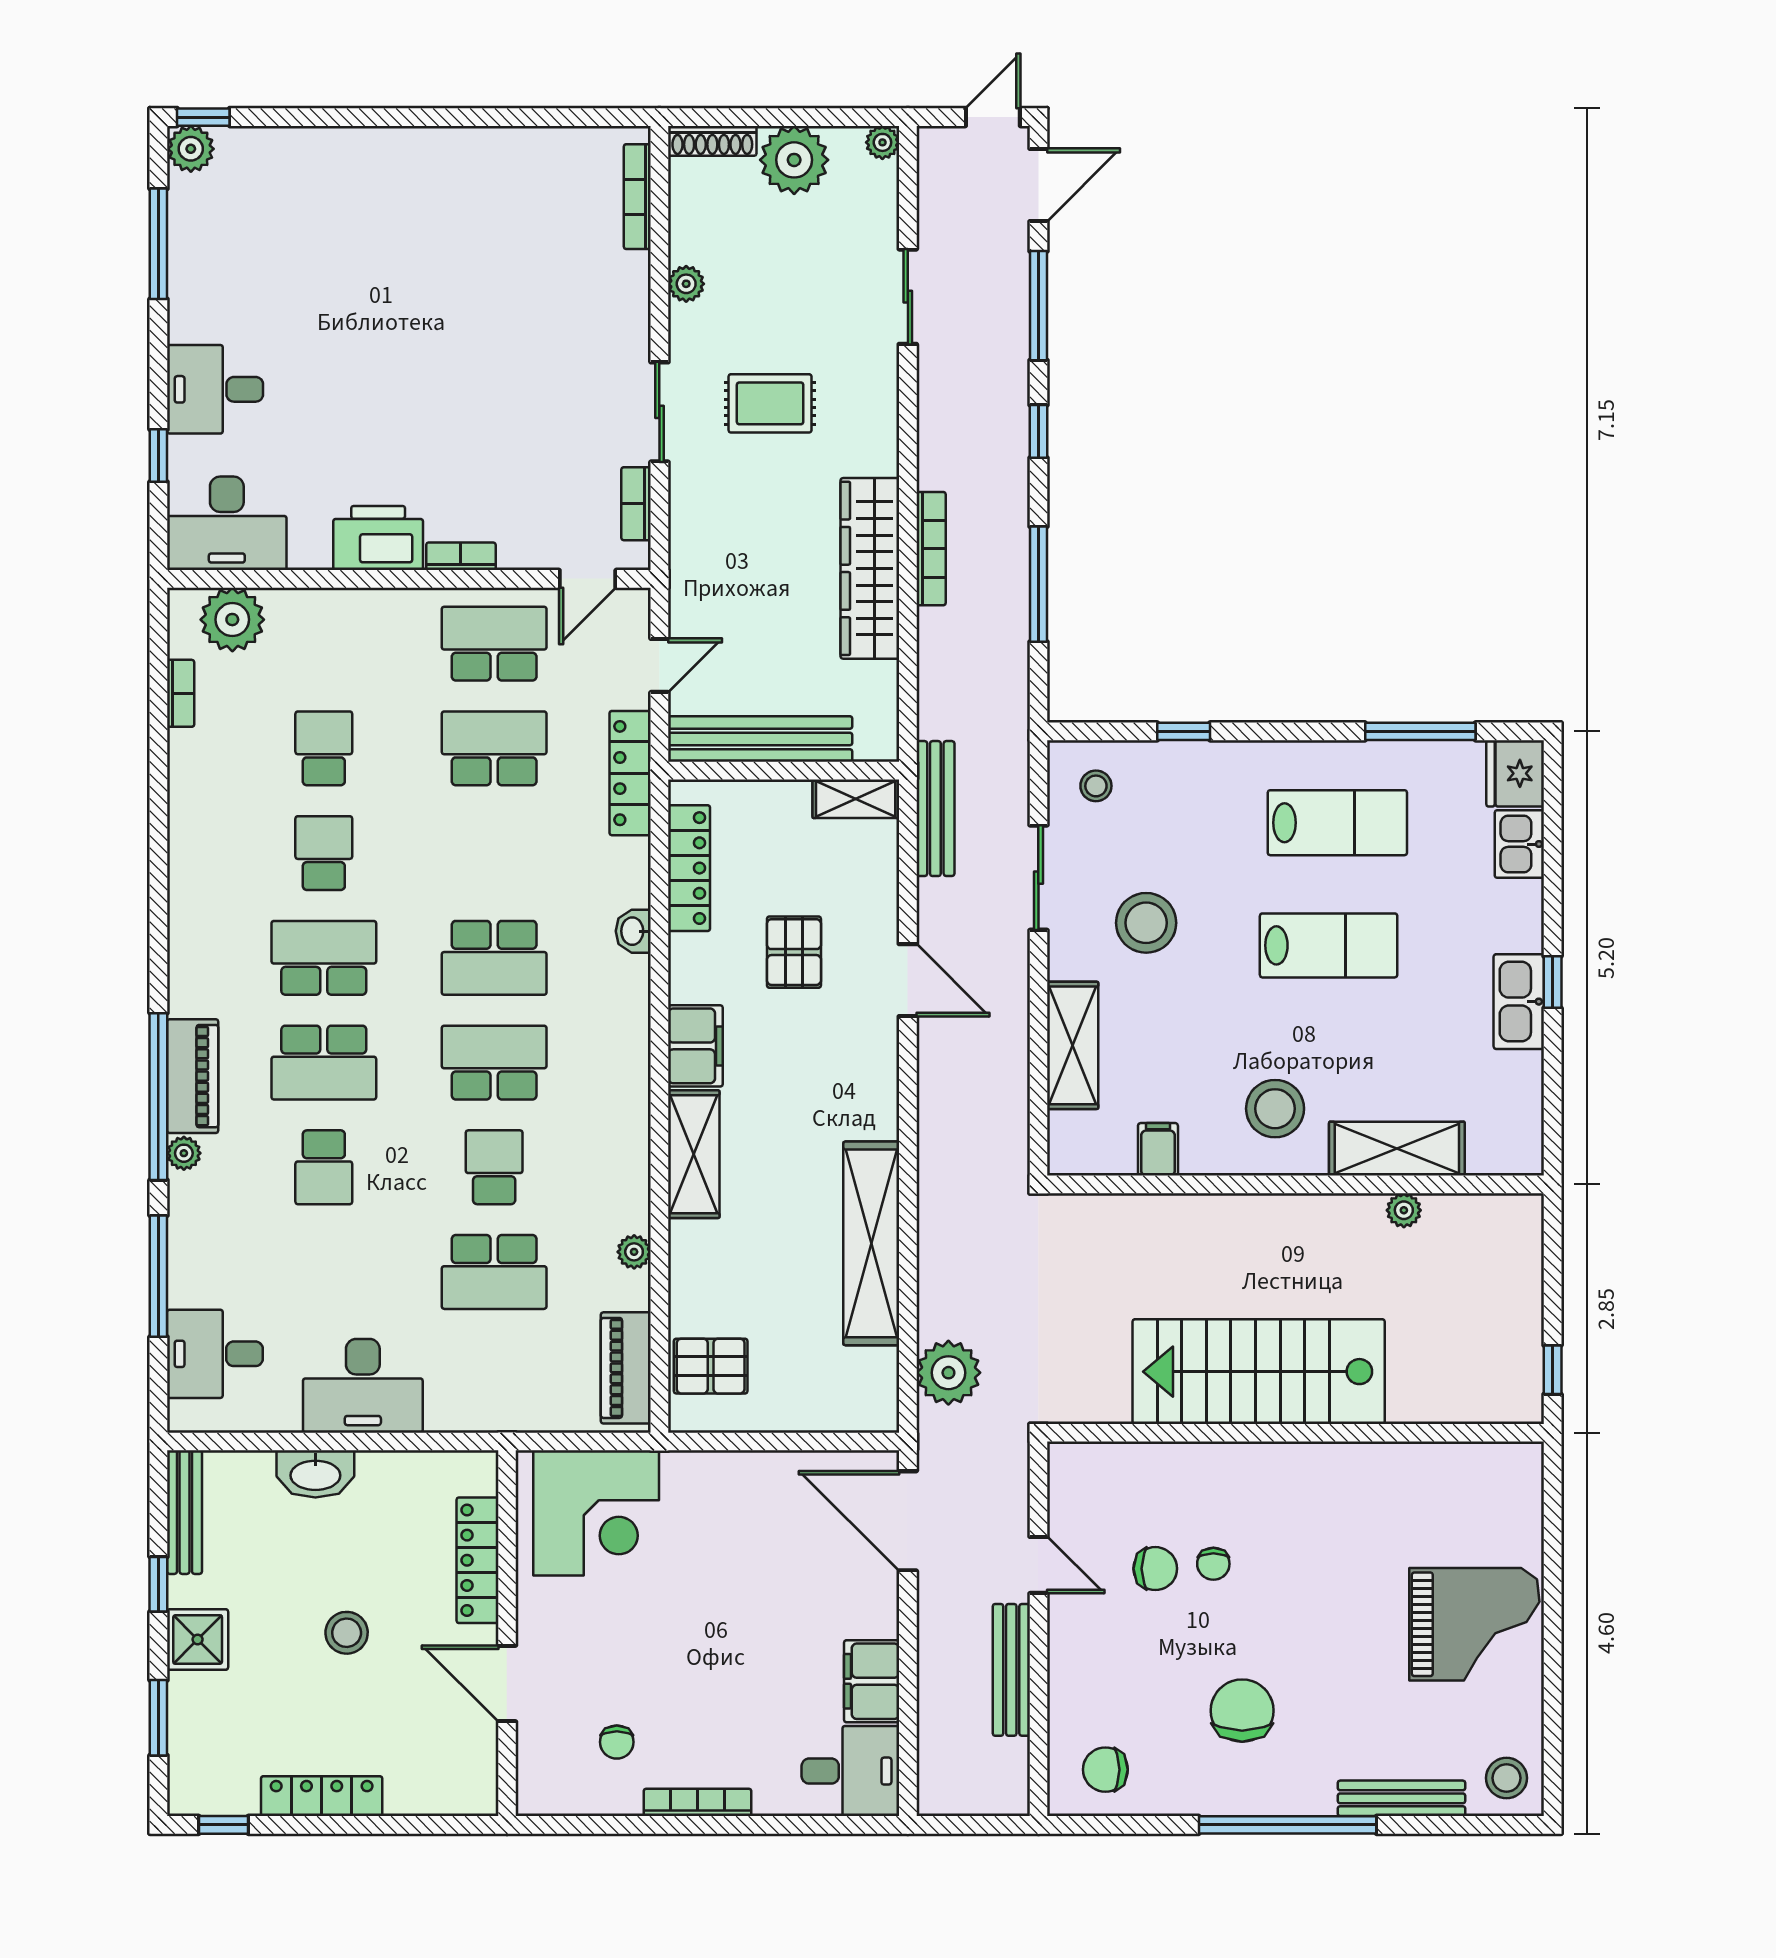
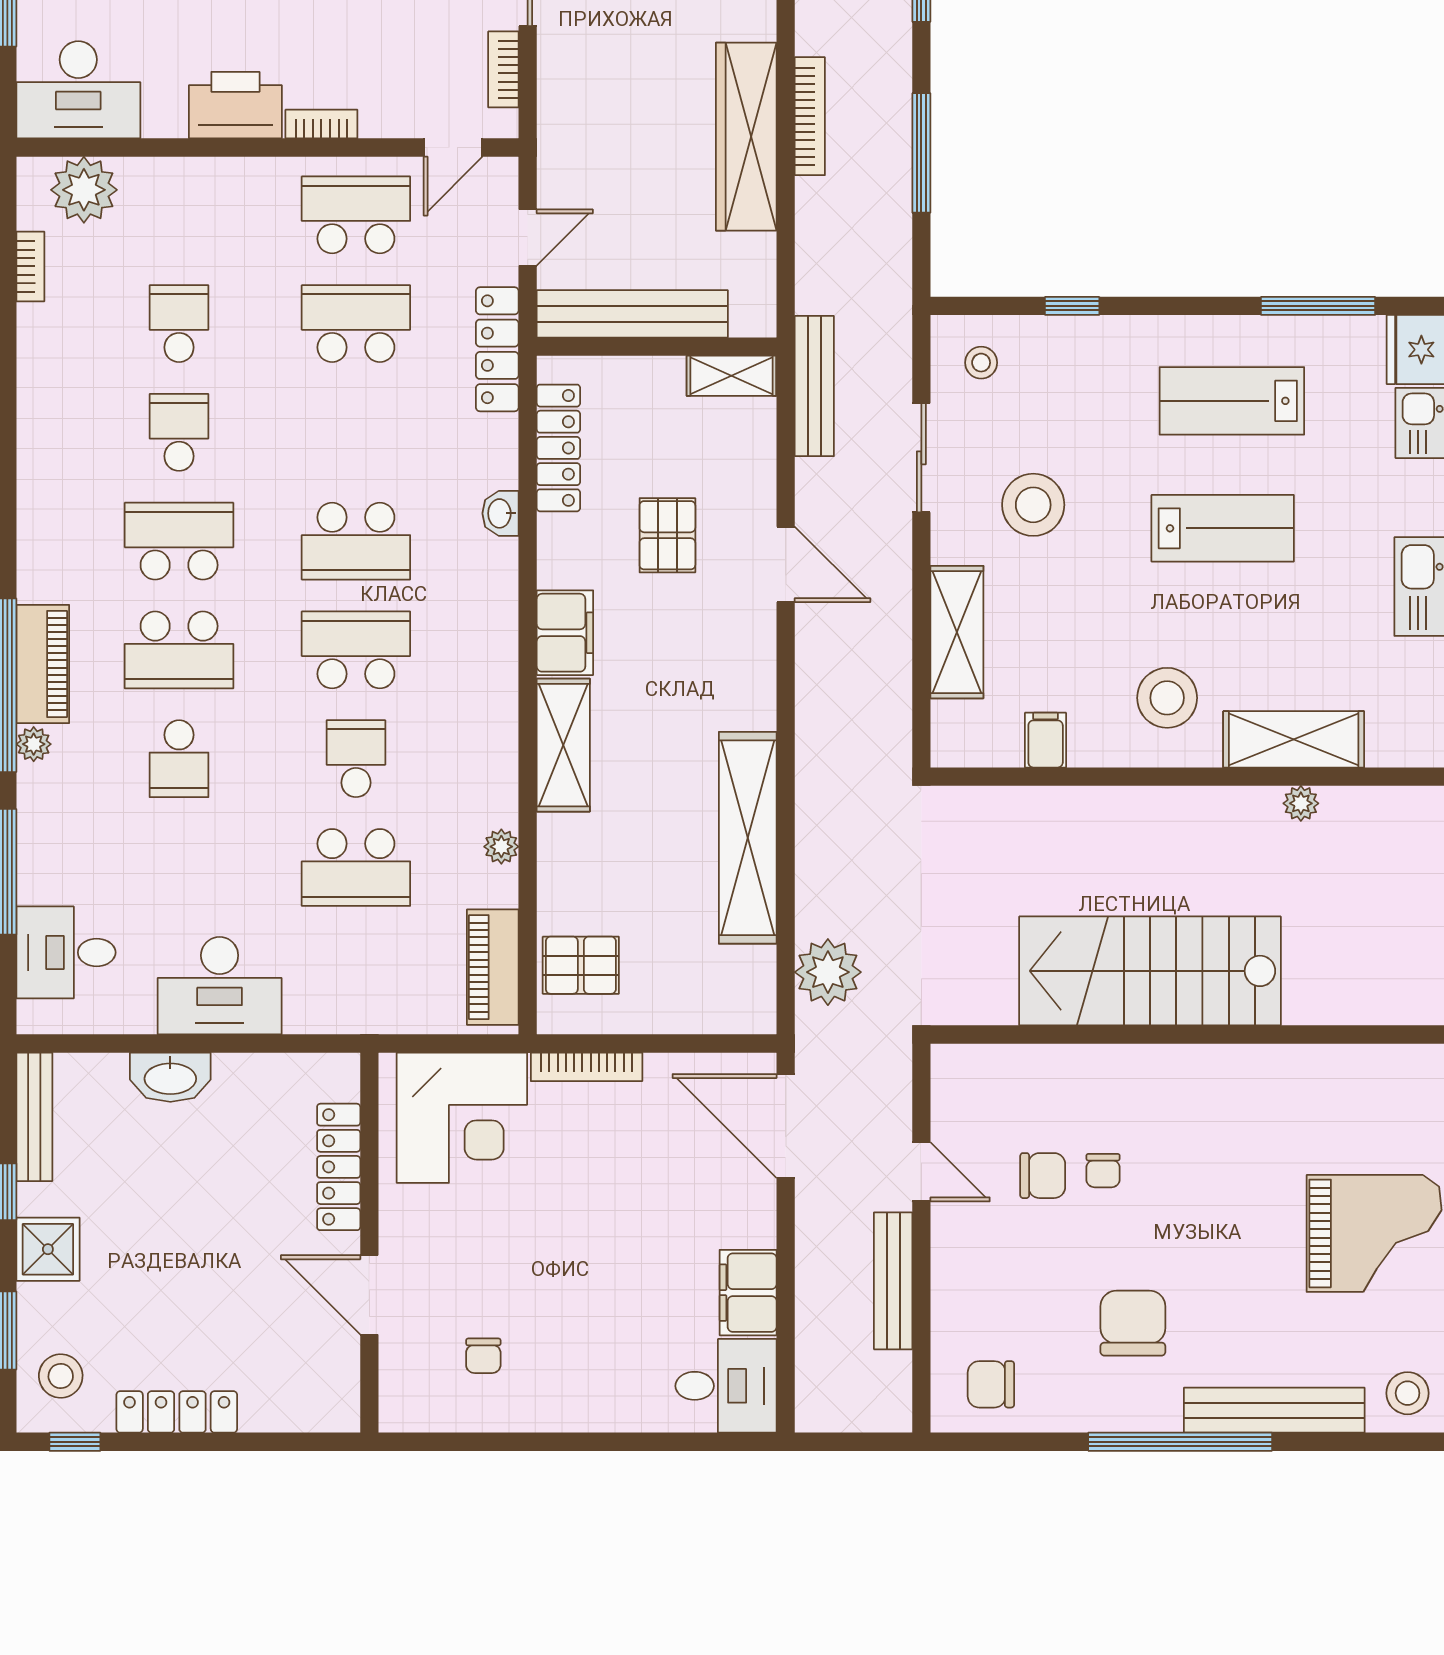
lab bench: (1337, 823) -> (1232, 401), turned 180
stool: (347, 1633) -> (61, 1376), moved
bench: (1402, 1798) -> (1274, 1410), width x1.37, depth x1.21
bookcase: (697, 1802) -> (587, 1067), moved, turned 180

